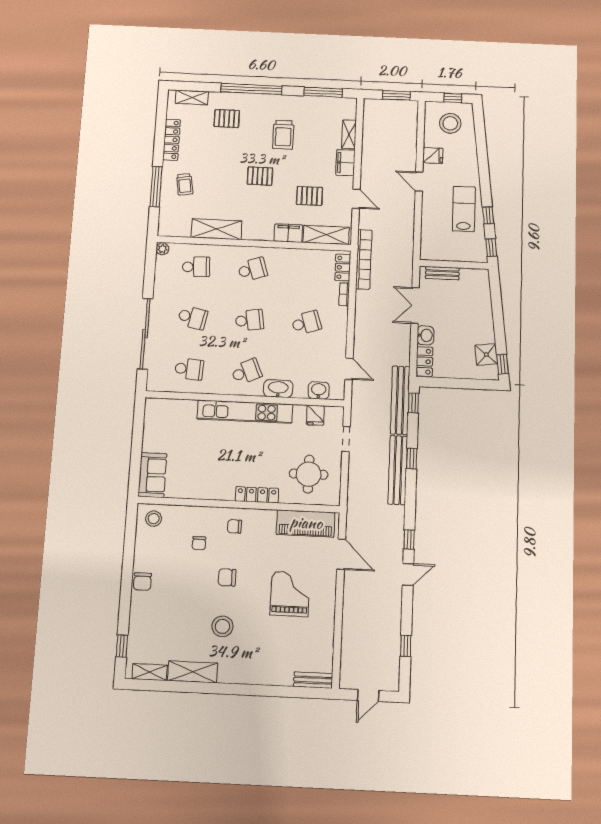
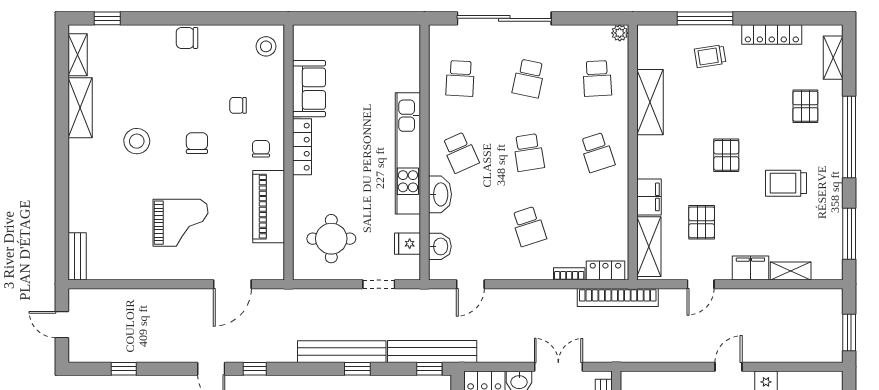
sofa: (152, 475) -> (309, 89), moved, turned -90
locker: (257, 495) -> (302, 147), moved
piano: (306, 523) -> (269, 207), moved

